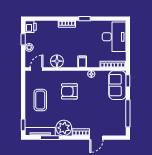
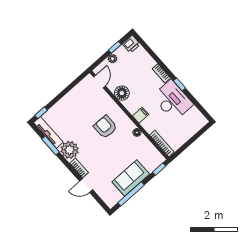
desk: (114, 37) -> (173, 101), moved, turned -90
door: (36, 69) -> (99, 81), hinge flipped
sofa: (117, 85) -> (131, 178), moved
coffee table: (40, 100) -> (76, 108), removed

